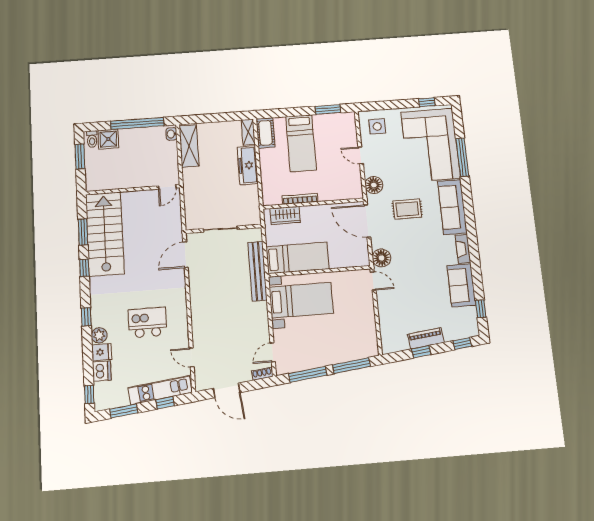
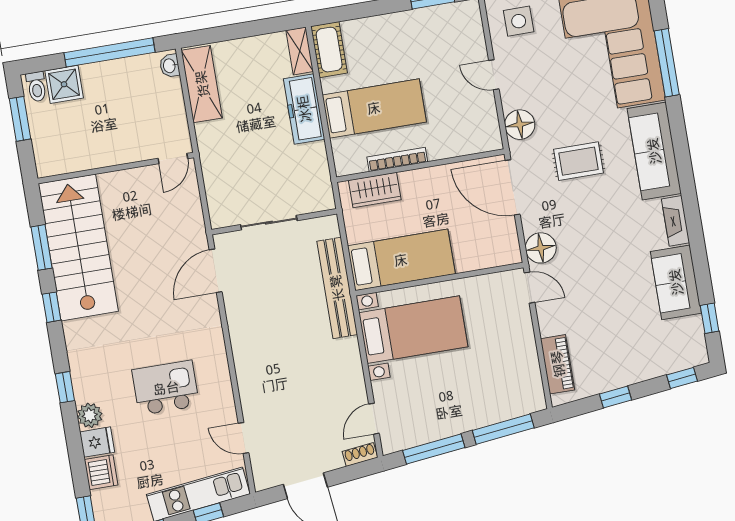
bed: (301, 143) -> (374, 108), moved, turned -90
piano: (426, 338) -> (558, 364), moved, turned 96

